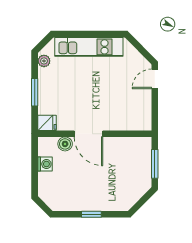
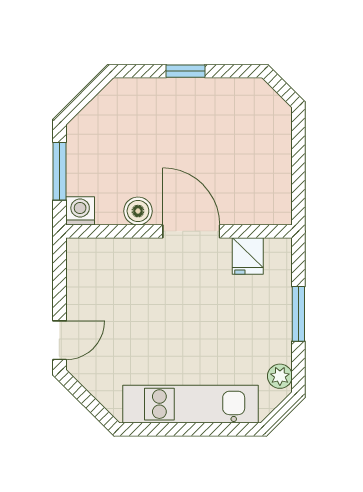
fridge: (47, 123) -> (248, 256), moved, turned -90
boiler: (65, 144) -> (138, 211), moved
washing machine: (45, 164) -> (80, 211), moved, turned 90

